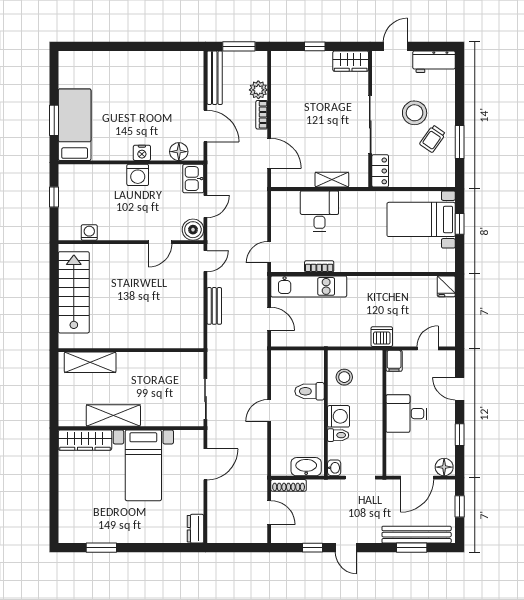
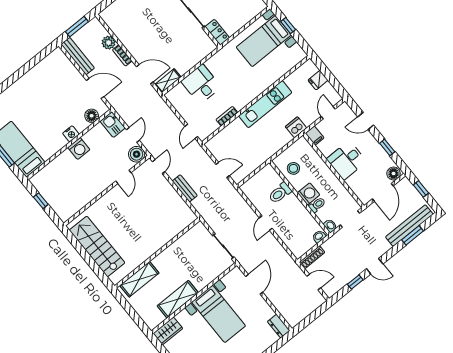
shelving: (332, 180) -> (168, 81), moved
washing machine: (89, 232) -> (78, 205), removed
kitchen unit: (309, 286) -> (265, 104), moved
fridge: (446, 286) -> (318, 80), moved, turned 90
wardrobe: (85, 440) -> (168, 331), width x0.67
washbasin: (306, 467) -> (319, 236), width x0.52, depth x0.69

